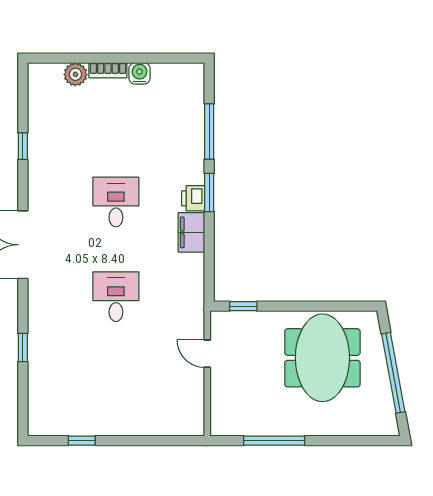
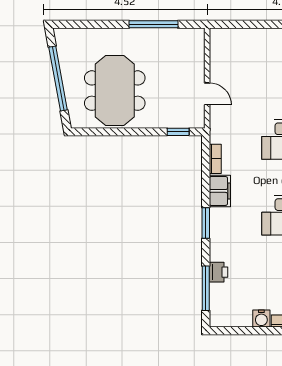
window: (209, 132) -> (206, 288), moved
printer: (193, 198) -> (218, 272), moved
bookcase: (197, 272) -> (215, 159), added

